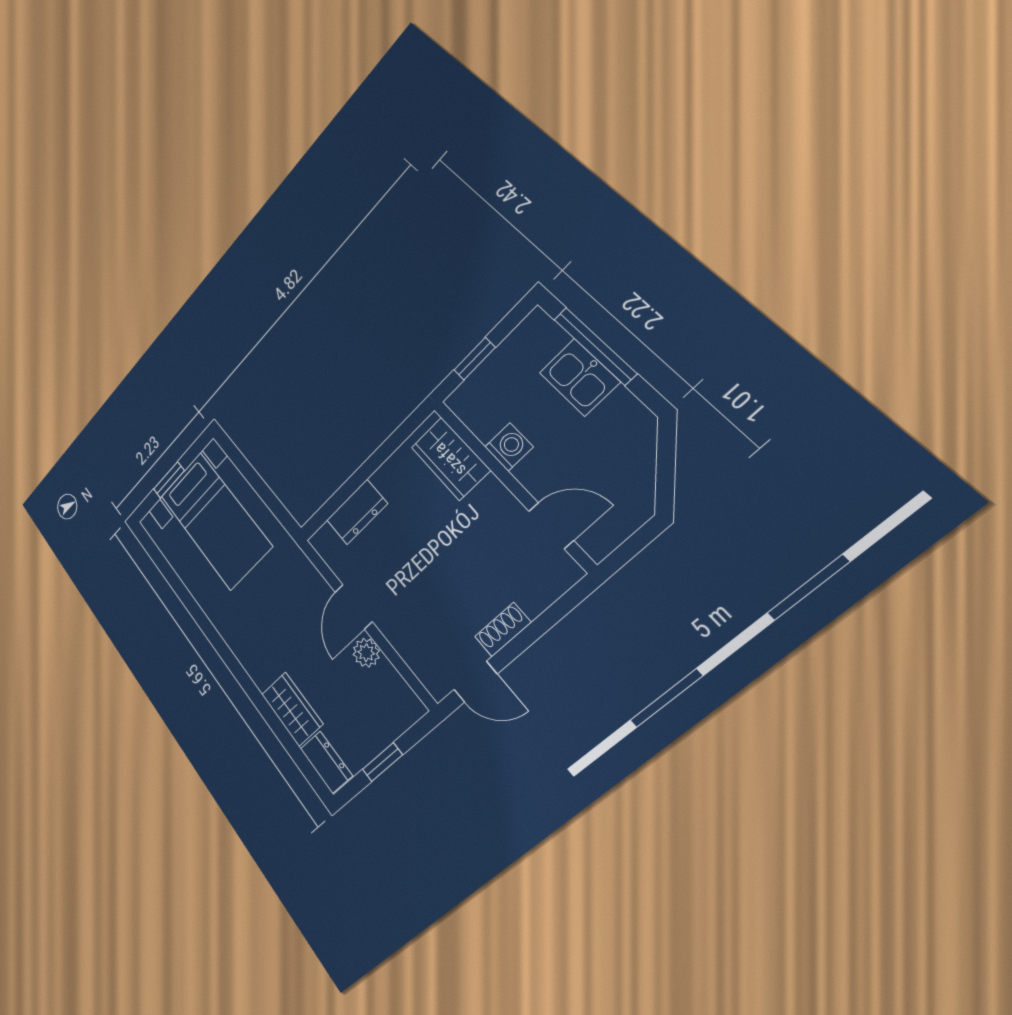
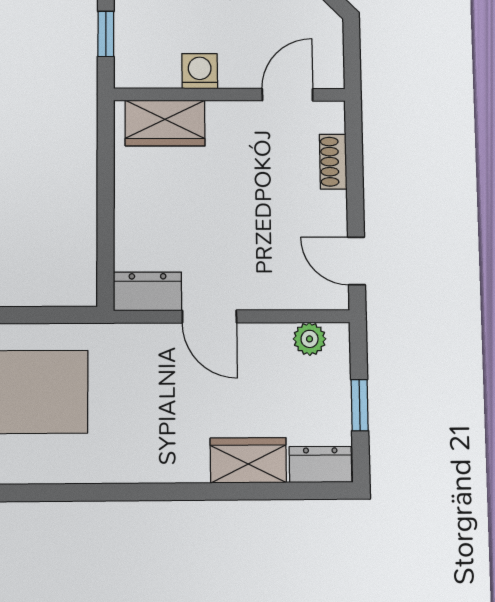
dresser: (357, 512) -> (148, 291), moved, turned -90
shoe rack: (503, 630) -> (333, 162), moved
plant: (366, 653) -> (310, 339), moved
door: (475, 682) -> (356, 261), swing flipped

